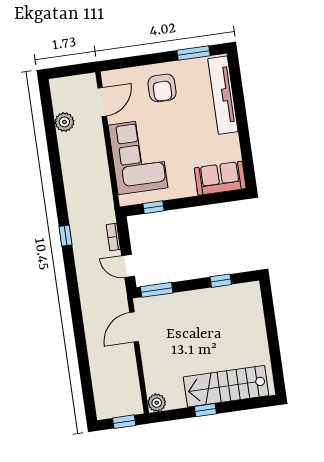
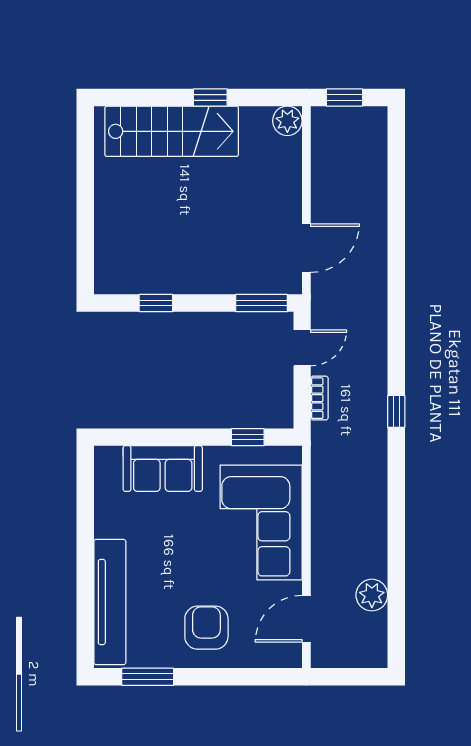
sofa: (220, 178) -> (163, 469), moved
door: (128, 266) -> (302, 348), hinge flipped

